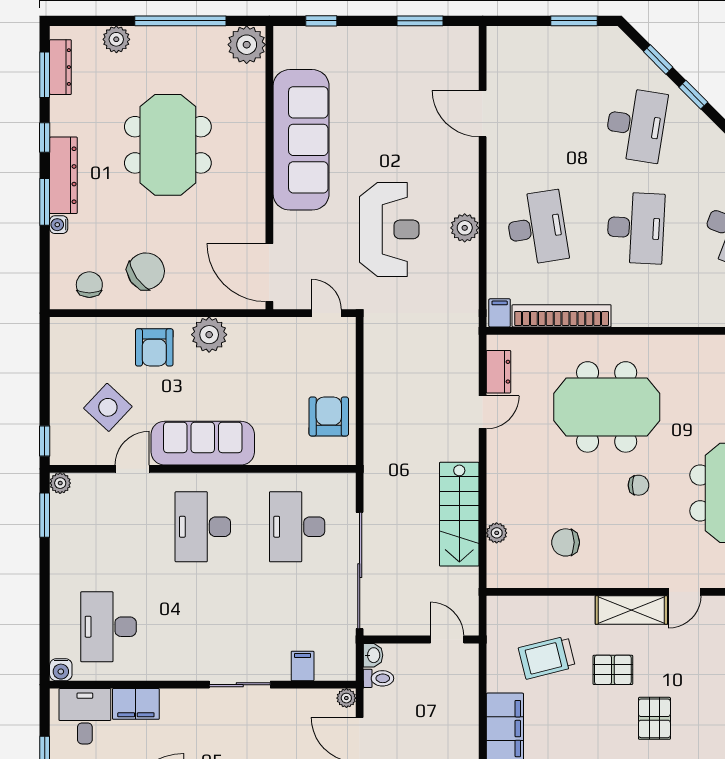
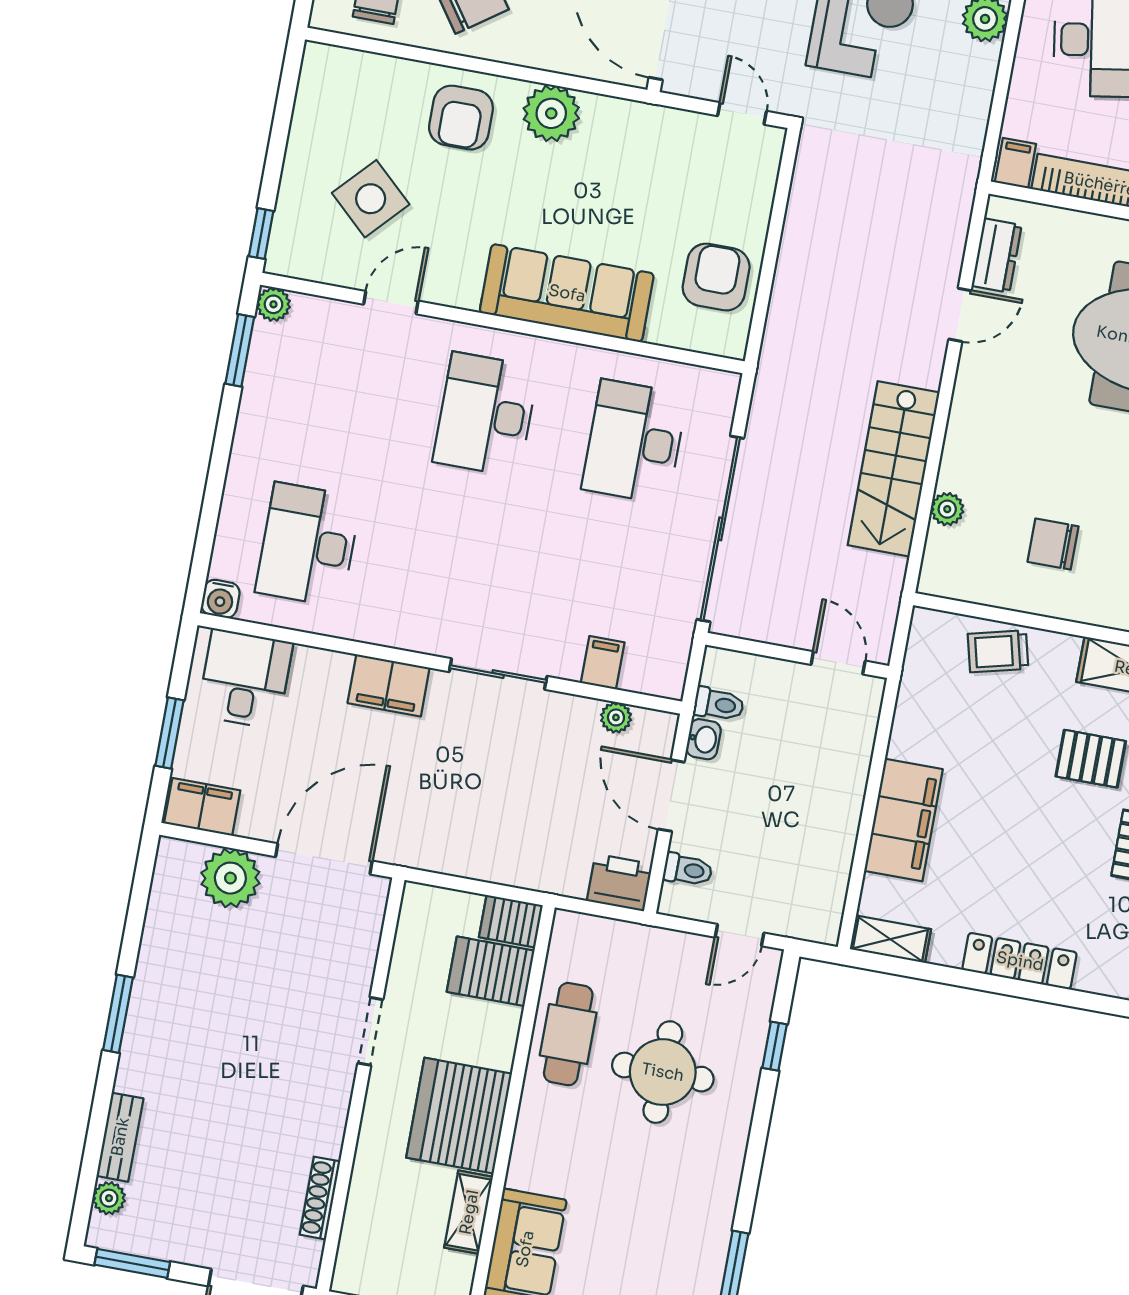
sofa: (203, 443) -> (567, 293), moved
washbasin: (373, 655) -> (704, 739), moved
trolley: (547, 657) -> (998, 651), moved, width x0.73, depth x0.72
plant: (346, 698) -> (616, 717), moved
filing cabinet: (136, 704) -> (389, 685), moved

